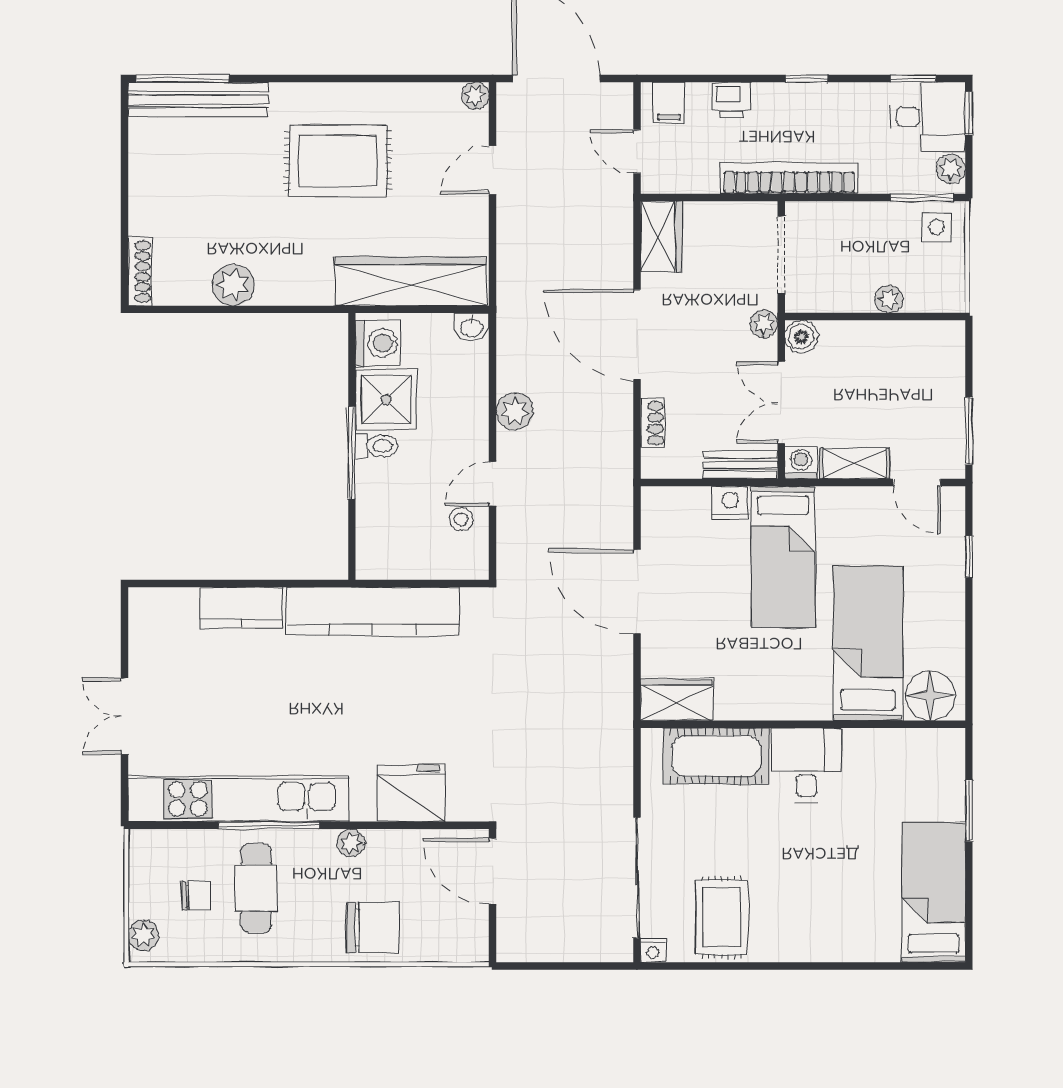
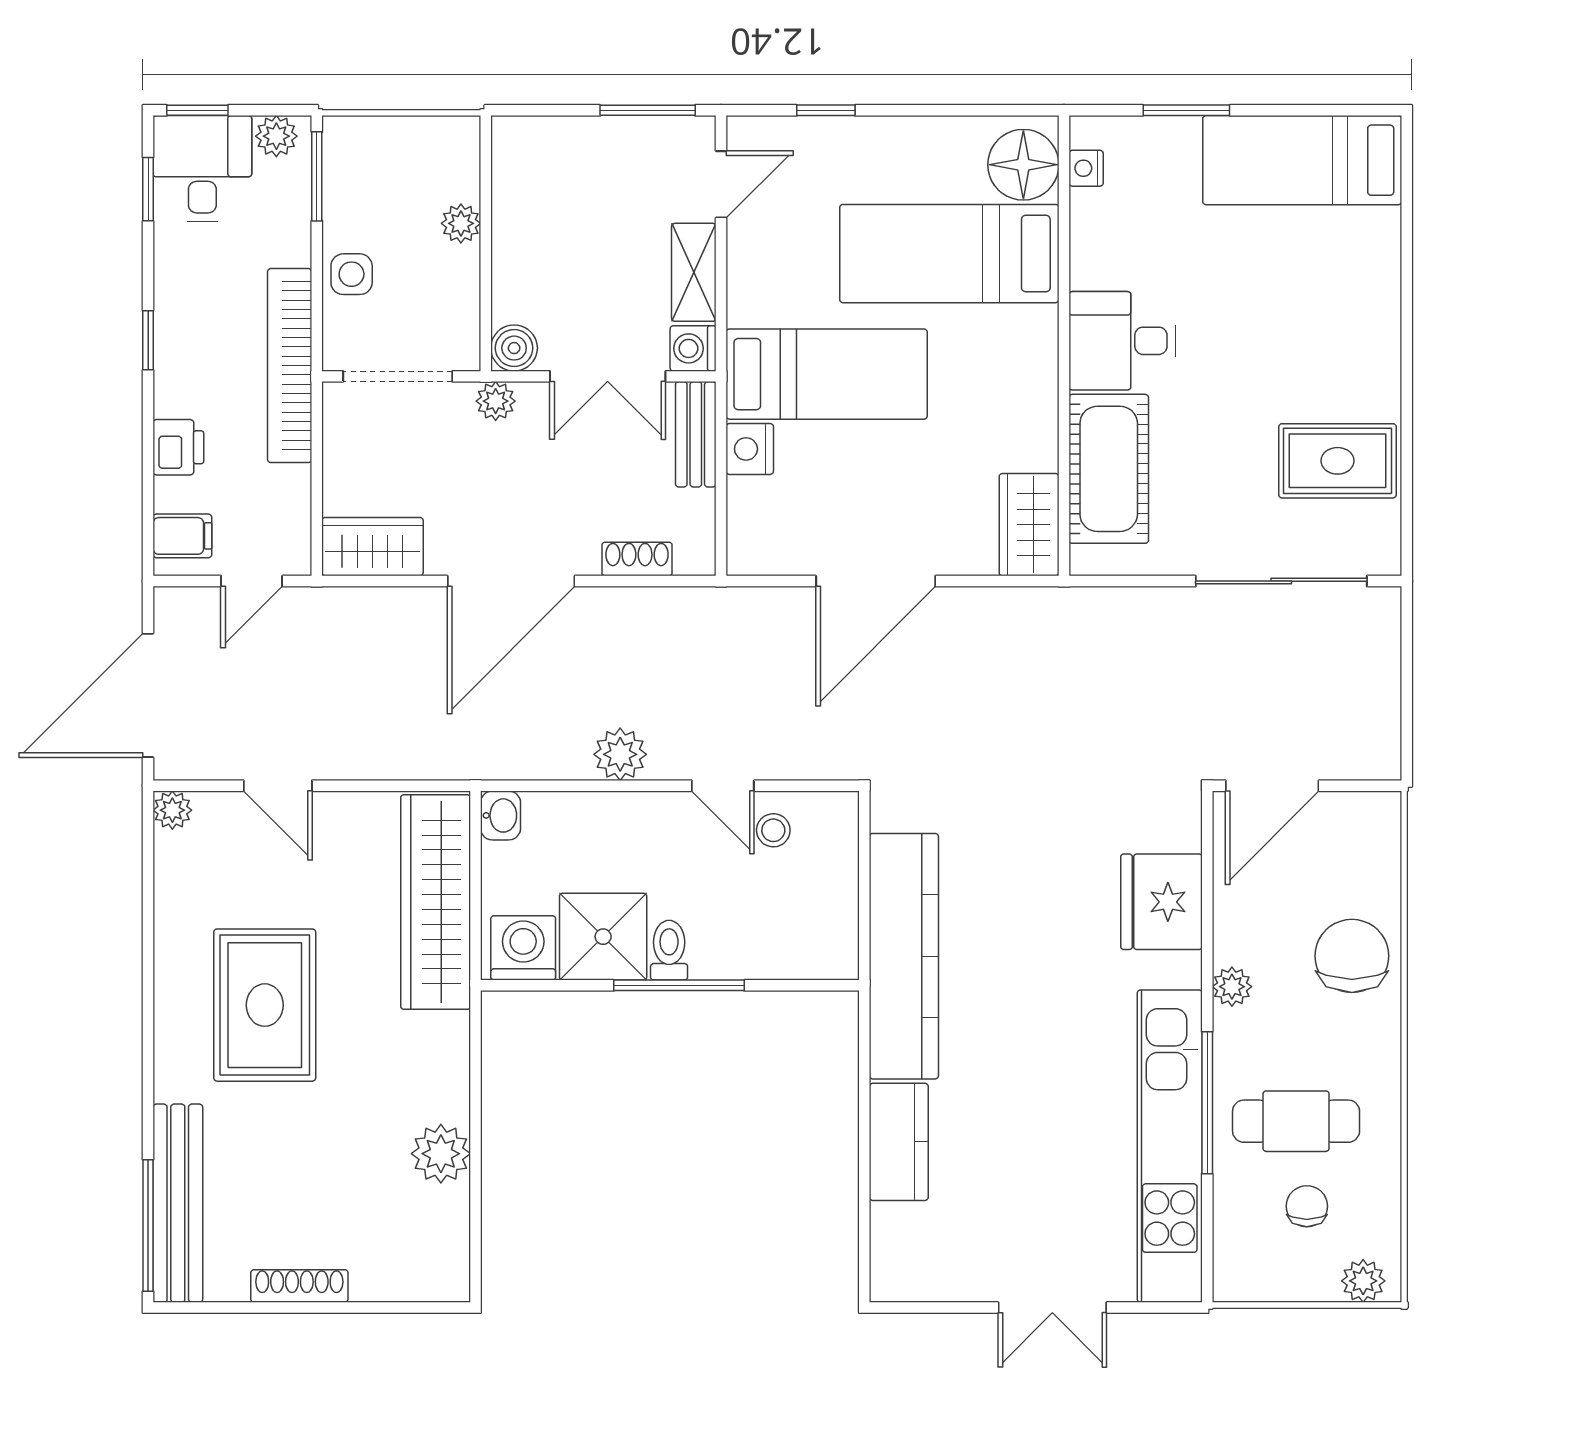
side table: (936, 227) -> (352, 274), moved
shoe rack: (140, 272) -> (299, 1286), moved
nightstand: (653, 950) -> (1086, 168), moved, turned 180

